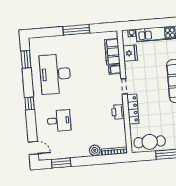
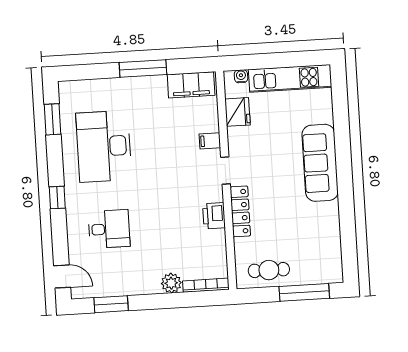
filing cabinet: (112, 52) -> (191, 85), moved, turned -90
cafe table: (150, 142) -> (269, 270), width x0.73, depth x0.74

